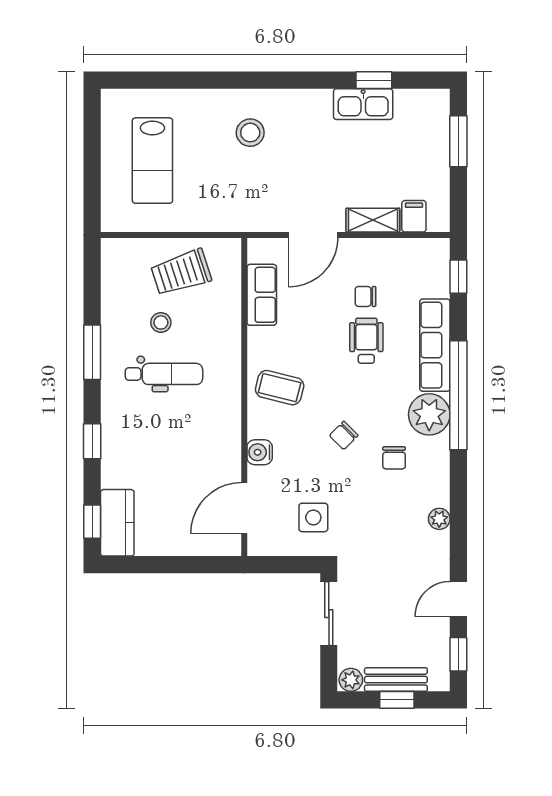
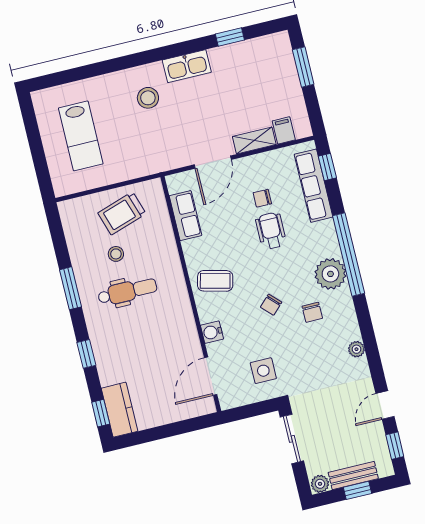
kitchen sink: (363, 104) -> (187, 66), moved
row of seats: (435, 345) -> (314, 186), moved

